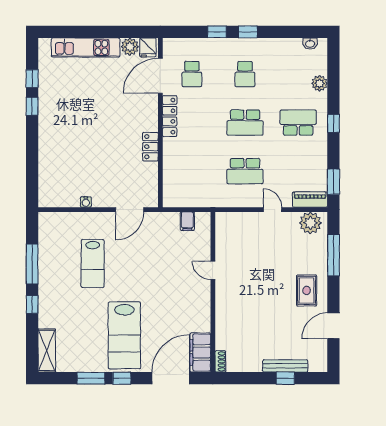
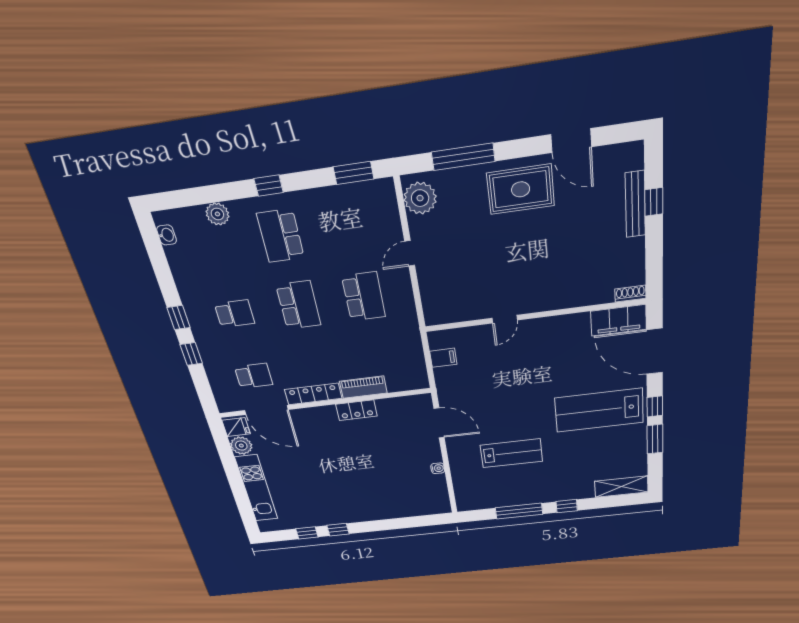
piano: (310, 199) -> (363, 387), moved, turned 90
rug: (307, 290) -> (521, 189), width x1.36, depth x1.43
lab bench: (124, 335) -> (599, 410), turned 180

